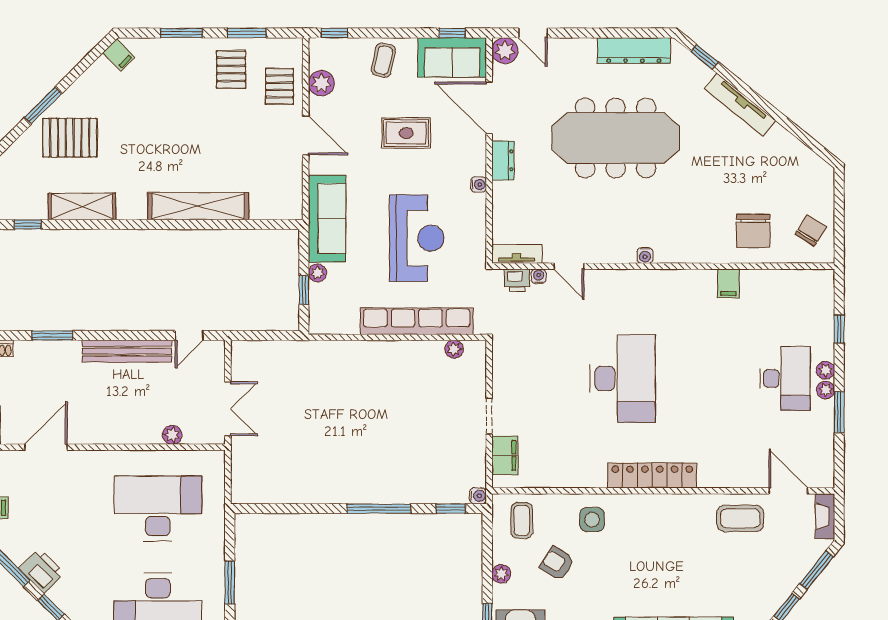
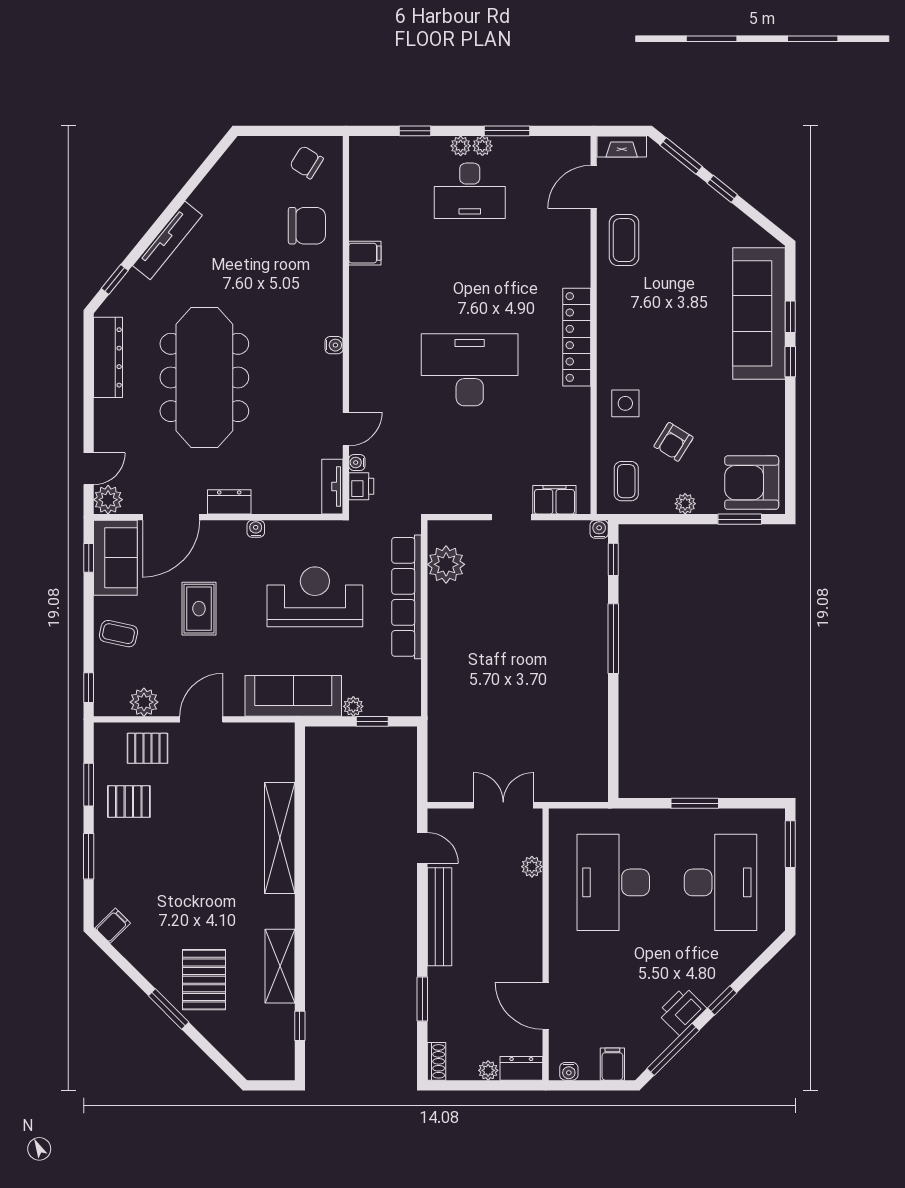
plant: (454, 349) -> (446, 564), width x1.88, depth x1.88
desk: (785, 379) -> (470, 191), turned 180
coffee table: (522, 520) -> (626, 481), turned 90

